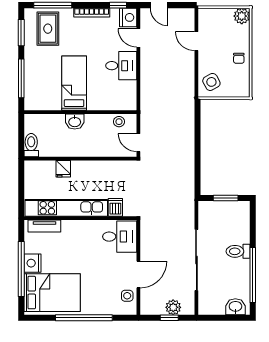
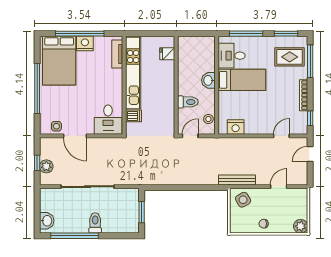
nightstand: (128, 17) -> (236, 127), moved
desk: (121, 66) -> (232, 56), moved, turned 90
bench: (189, 89) -> (237, 180), added
toilet: (31, 145) -> (188, 102), moved
fridge: (63, 169) -> (167, 54), moved

